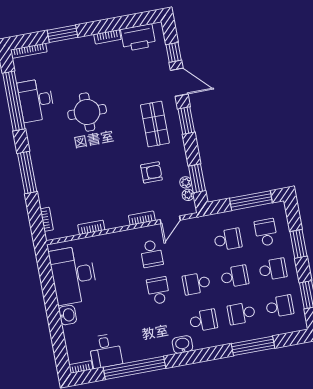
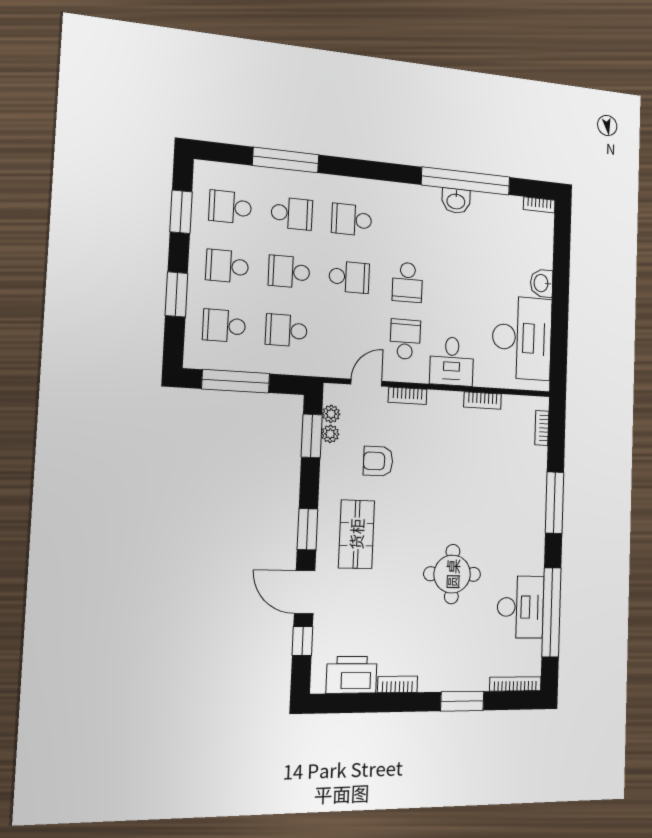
school desk: (266, 232) -> (224, 326), turned 90
washbasin: (182, 345) -> (456, 201), moved
desk: (105, 351) -> (452, 361), moved, turned 180

